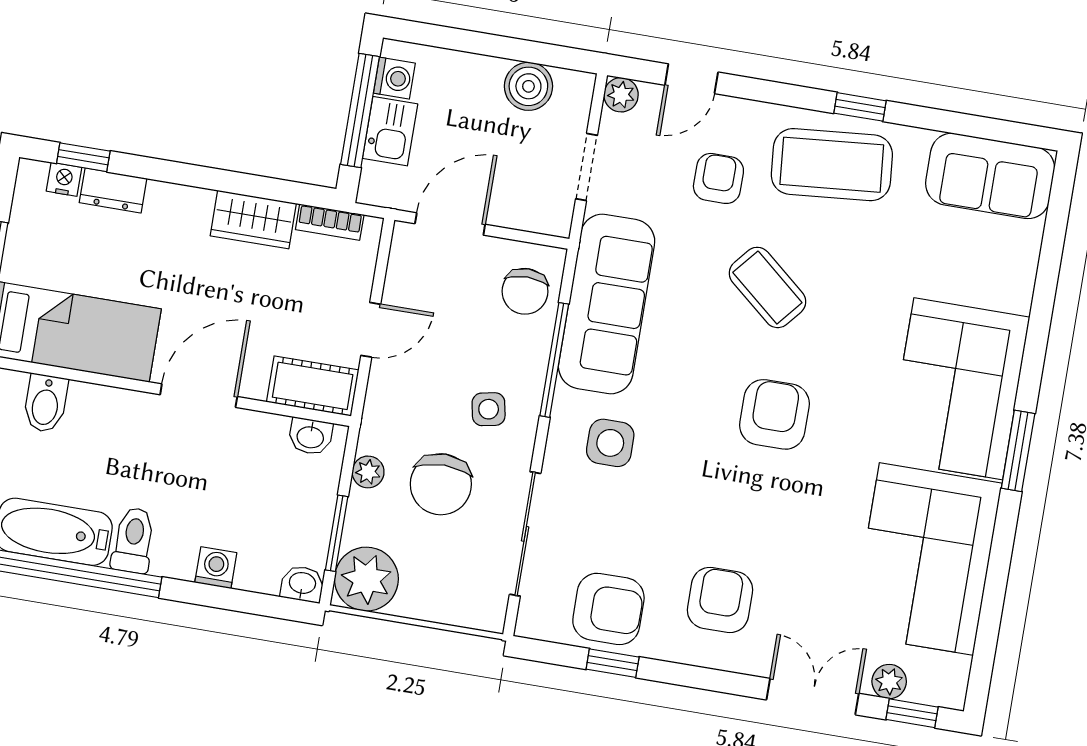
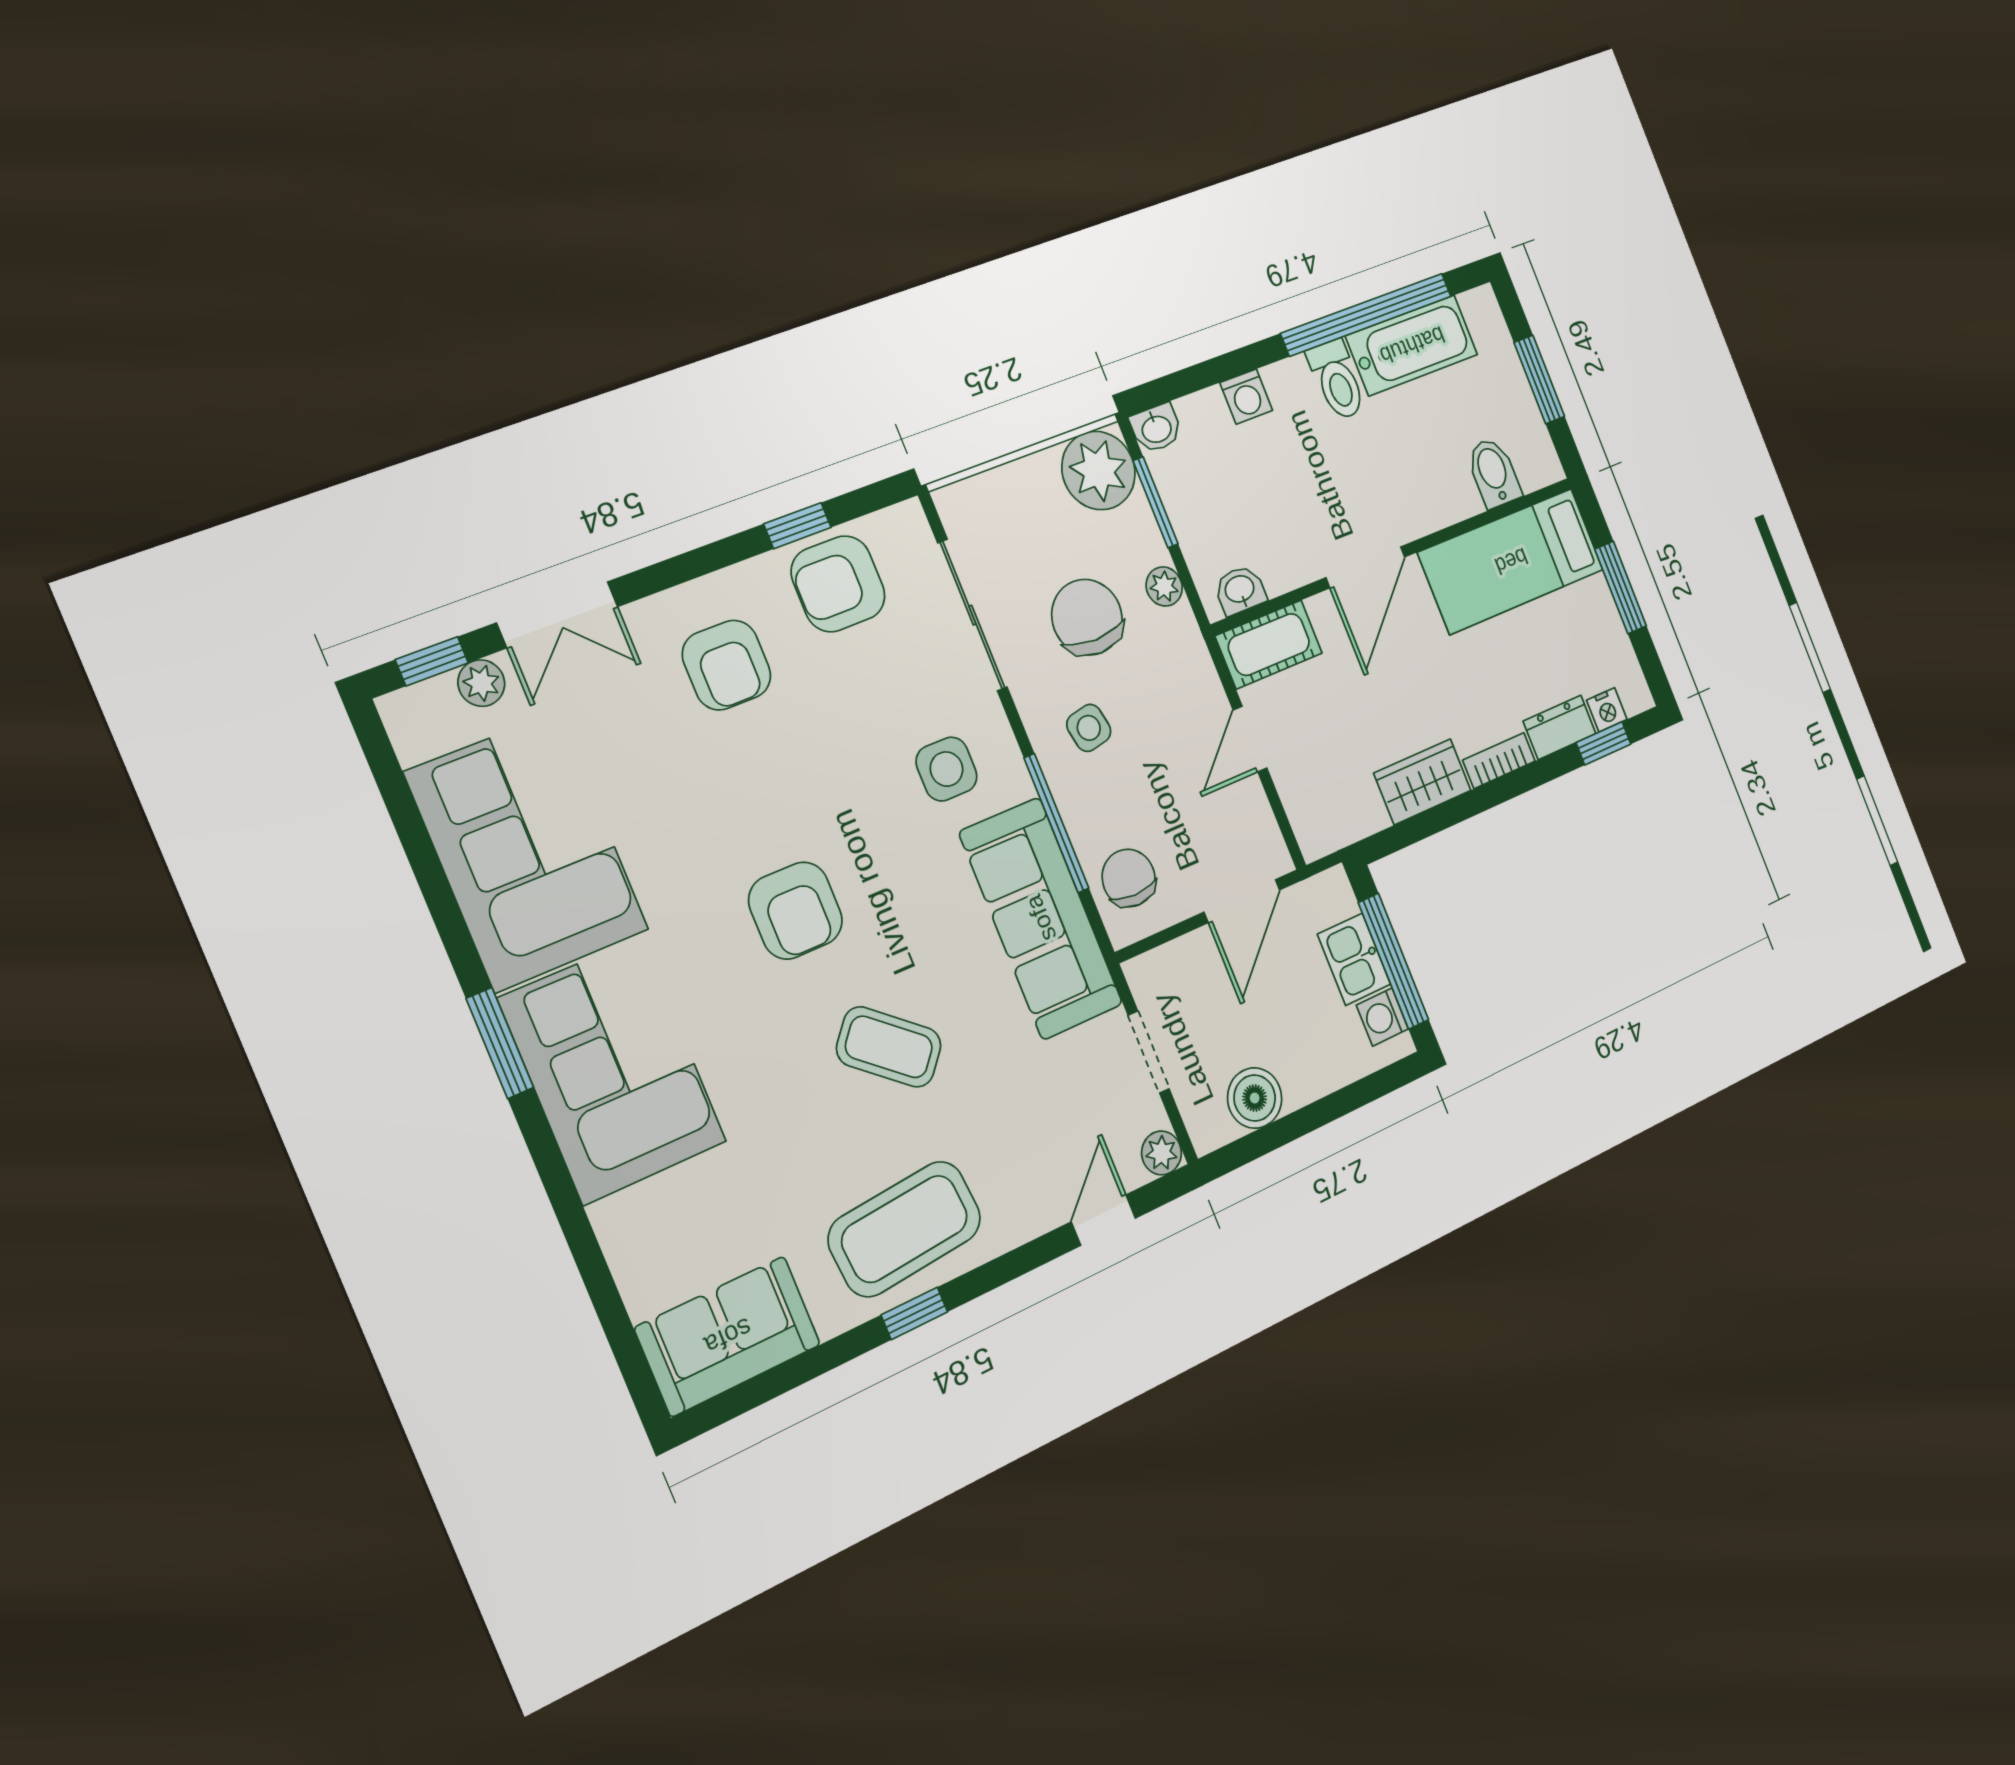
armchair: (718, 178) -> (1011, 1132), removed
bookcase: (330, 222) -> (1499, 761), moved

